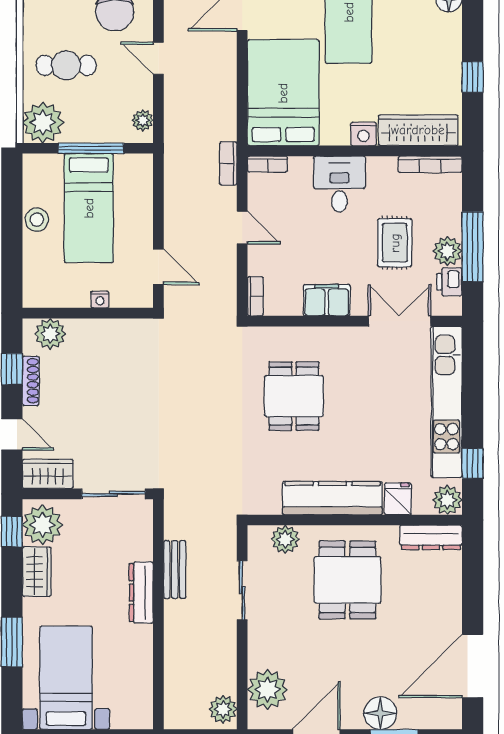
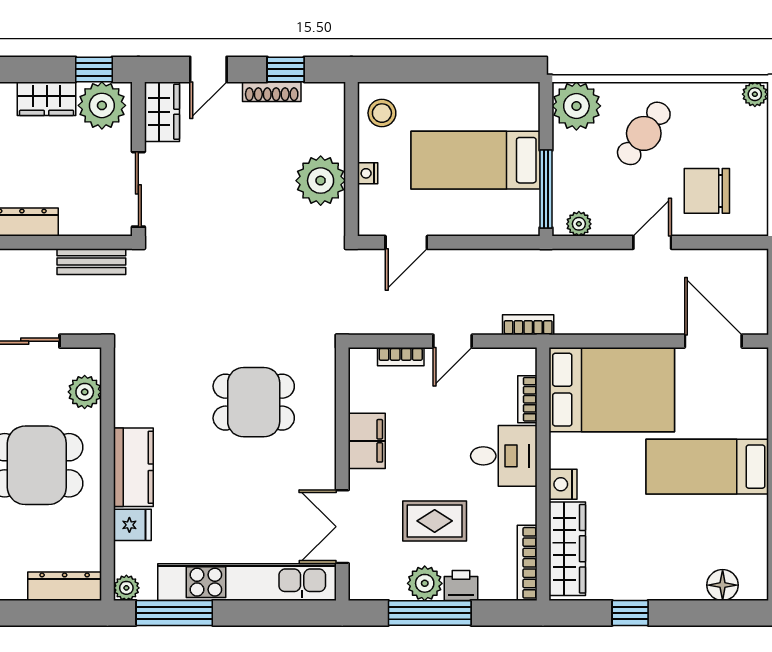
cafe table: (66, 65) -> (644, 133), turned 36
window: (91, 148) -> (546, 189), moved
bookcase: (267, 164) -> (527, 399), moved
stool: (37, 220) -> (382, 113), moved
printer: (449, 282) -> (461, 586), moved
bookcase: (255, 296) -> (401, 357), moved
double door: (399, 321) -> (342, 527), swing flipped
plant: (50, 334) -> (321, 181), moved, width x1.36, depth x1.36
window: (473, 463) -> (174, 613), width x2.17
kitchen counter: (332, 498) -> (133, 467), width x0.67
plant: (447, 500) -> (126, 588), width x0.73, depth x0.73
dresser: (431, 537) -> (65, 586), moved, turned 90
bench: (175, 569) -> (91, 262), moved

